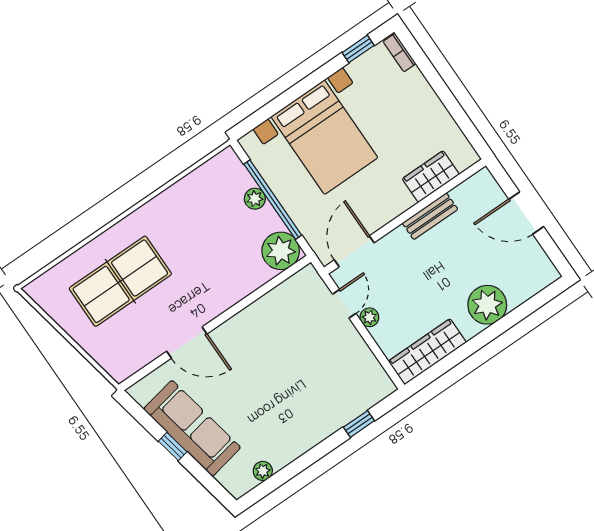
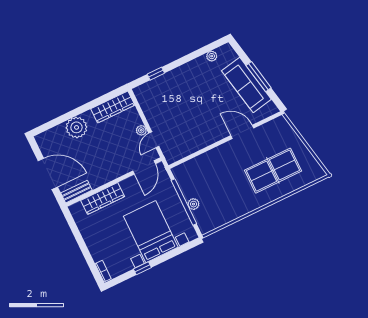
window: (358, 49) -> (142, 268), moved
wardrobe: (431, 177) -> (103, 198), width x1.50
door: (526, 213) -> (48, 174), width x1.36
bench: (430, 216) -> (76, 192), moved
plant: (281, 251) -> (184, 174), removed
window: (173, 447) -> (259, 77), width x2.17

